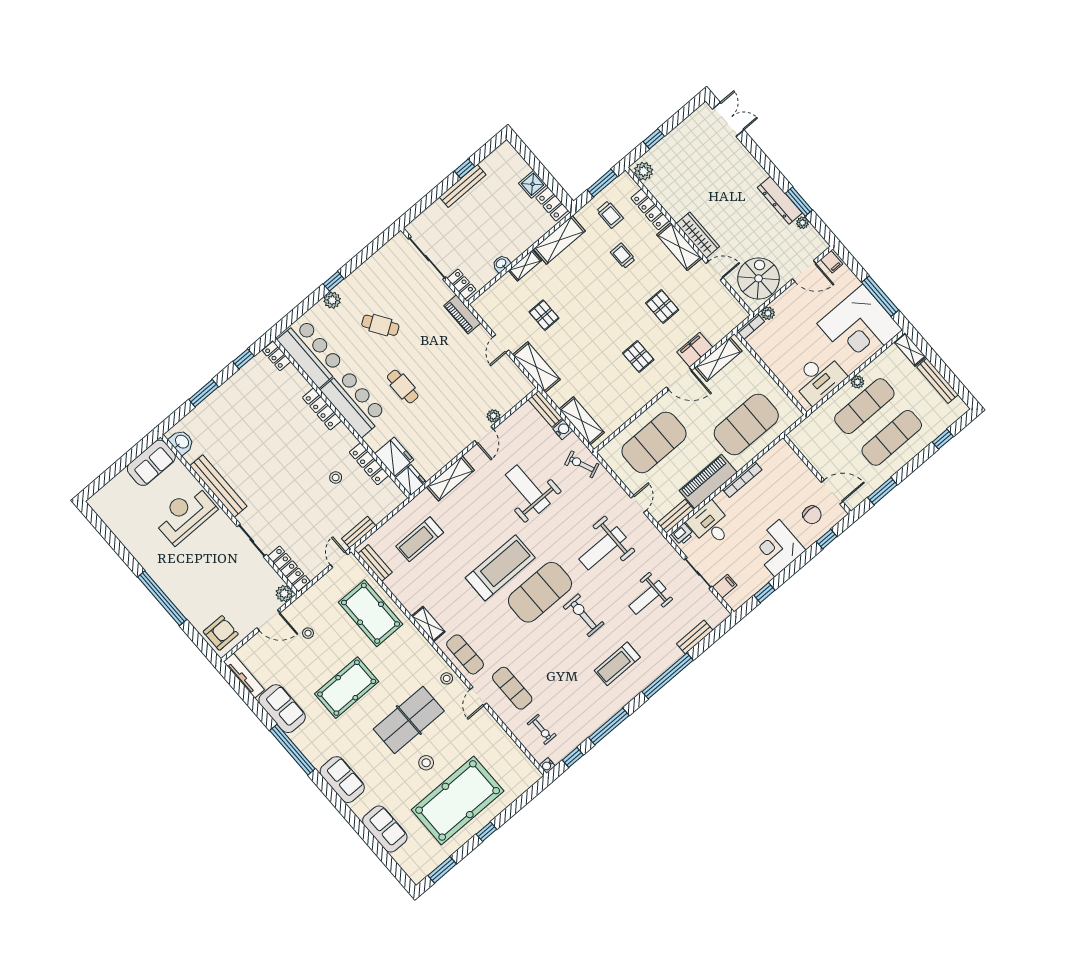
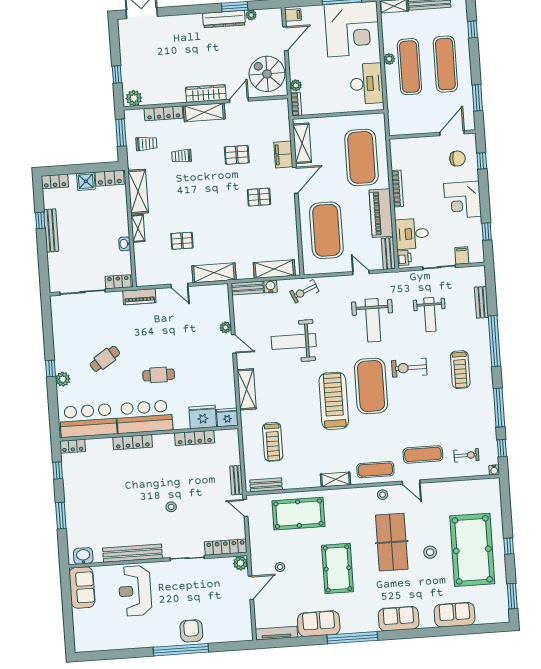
locker: (511, 155) -> (55, 181), added
stool: (336, 478) -> (171, 507), moved
armchair: (221, 633) -> (191, 631), moved

